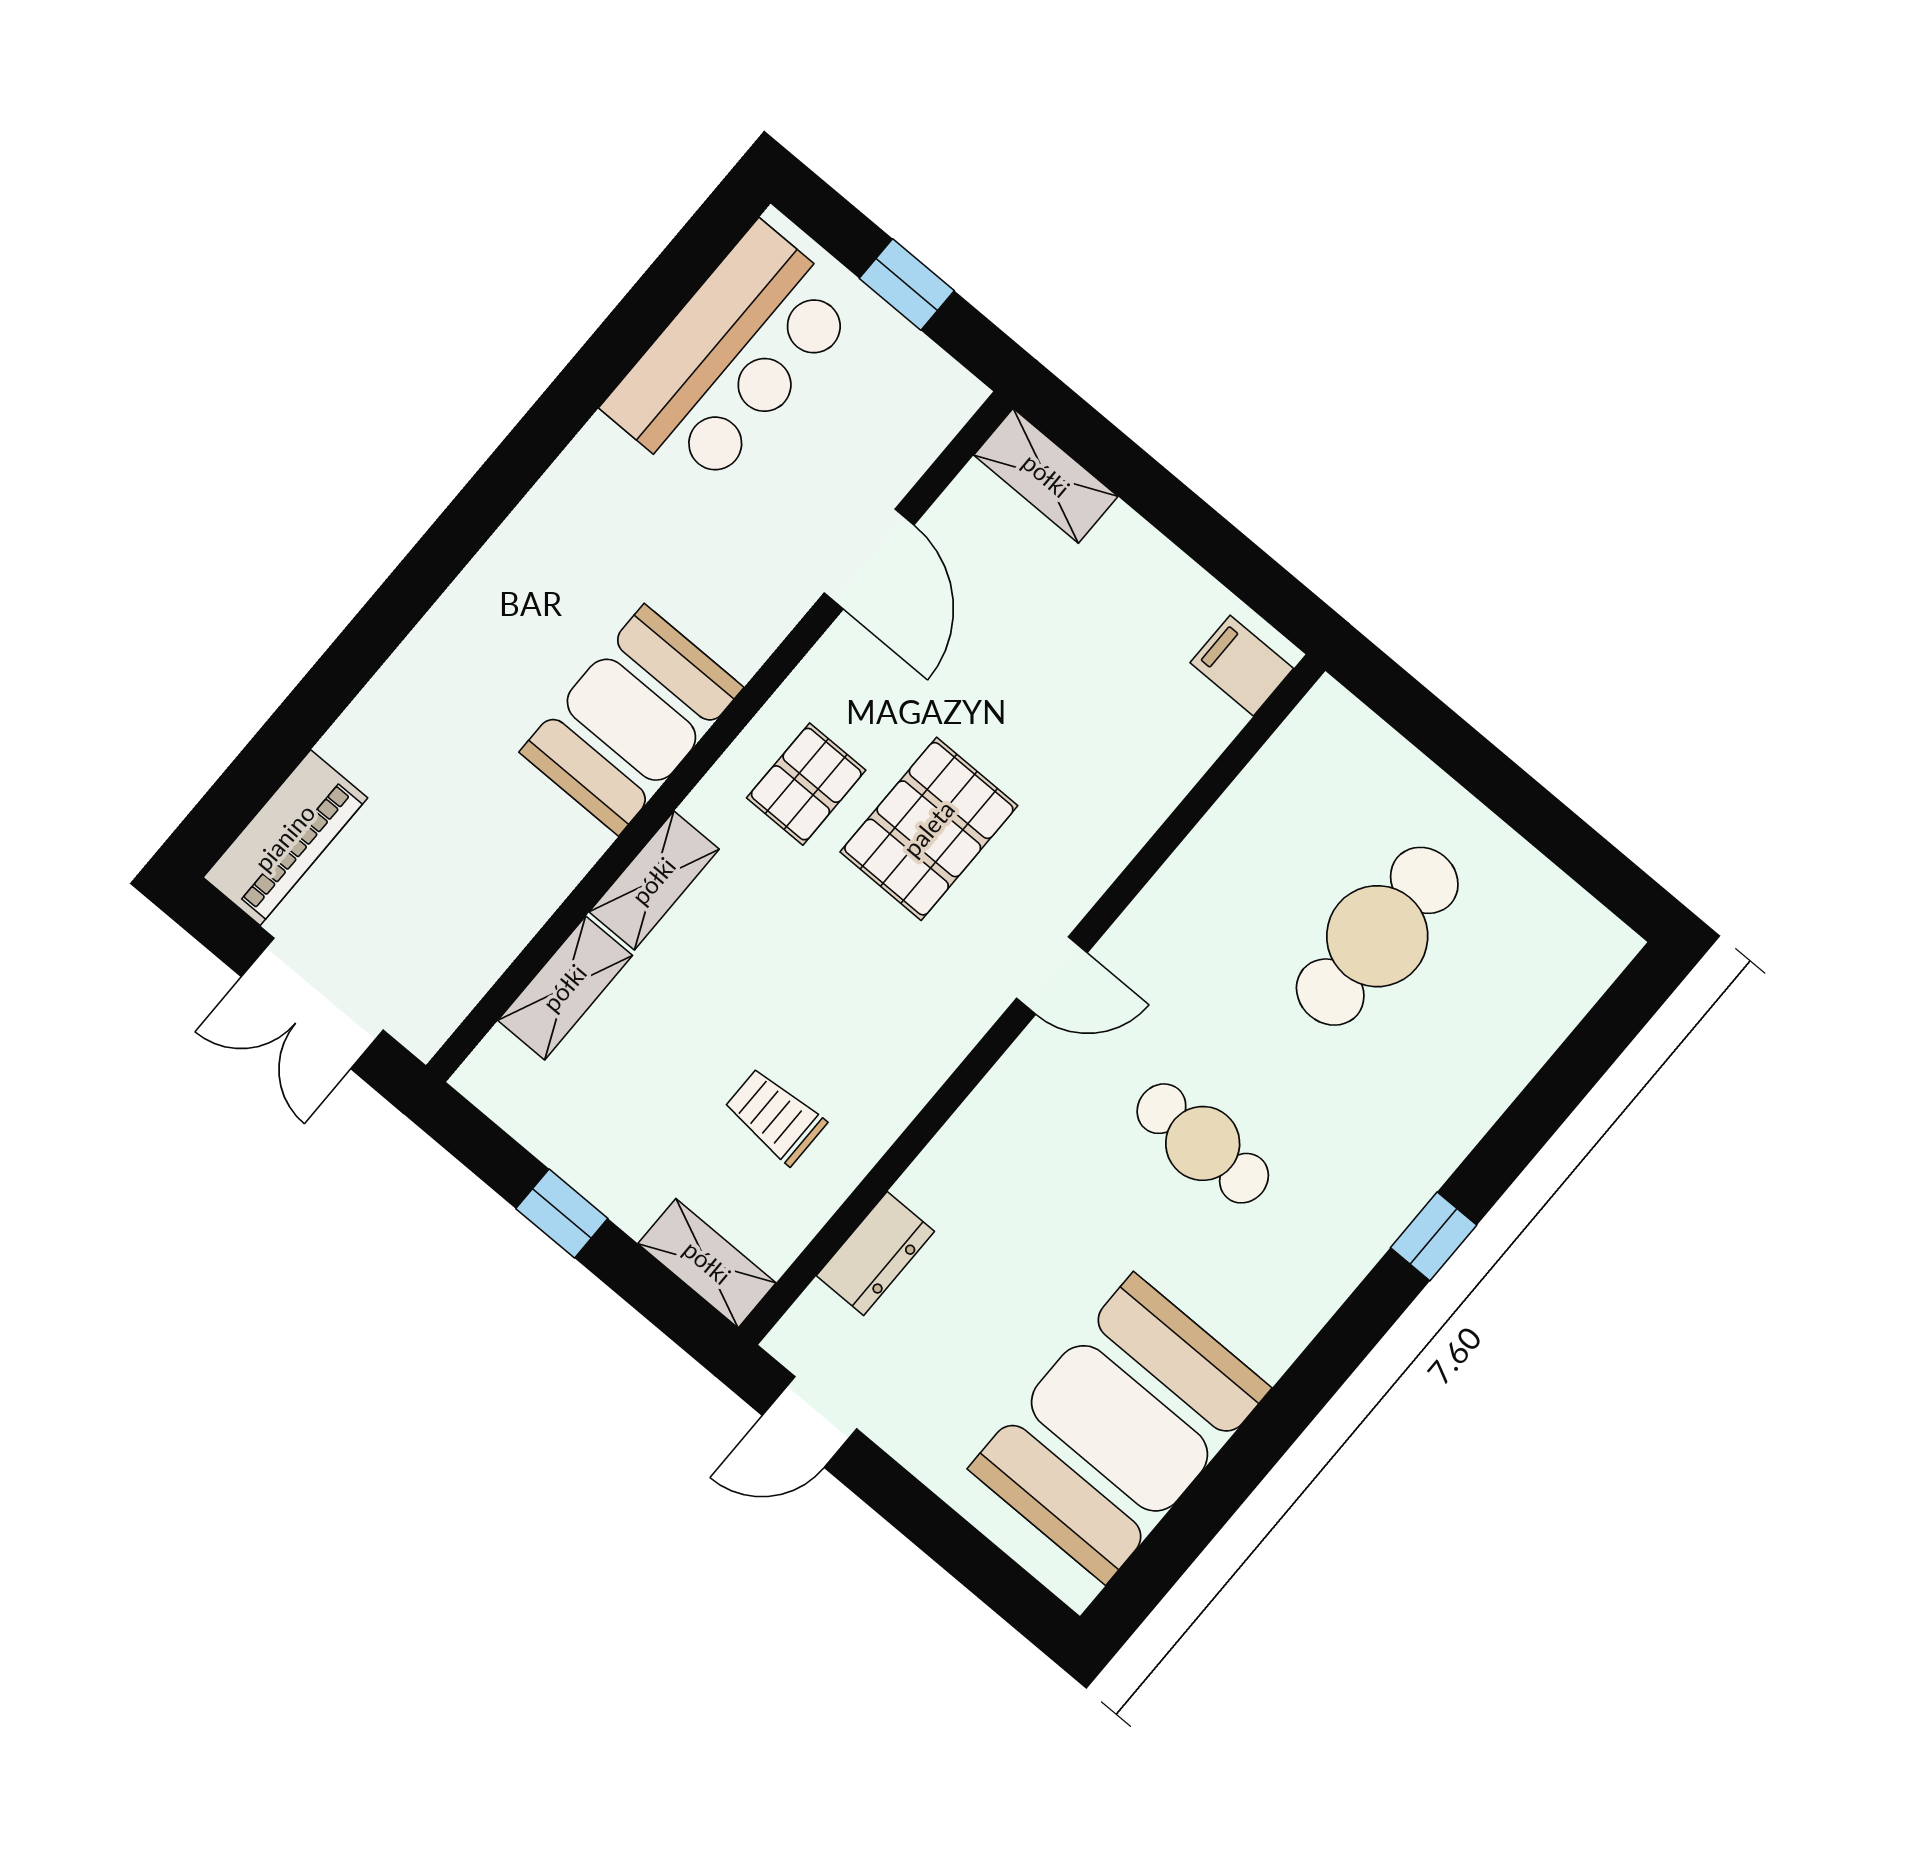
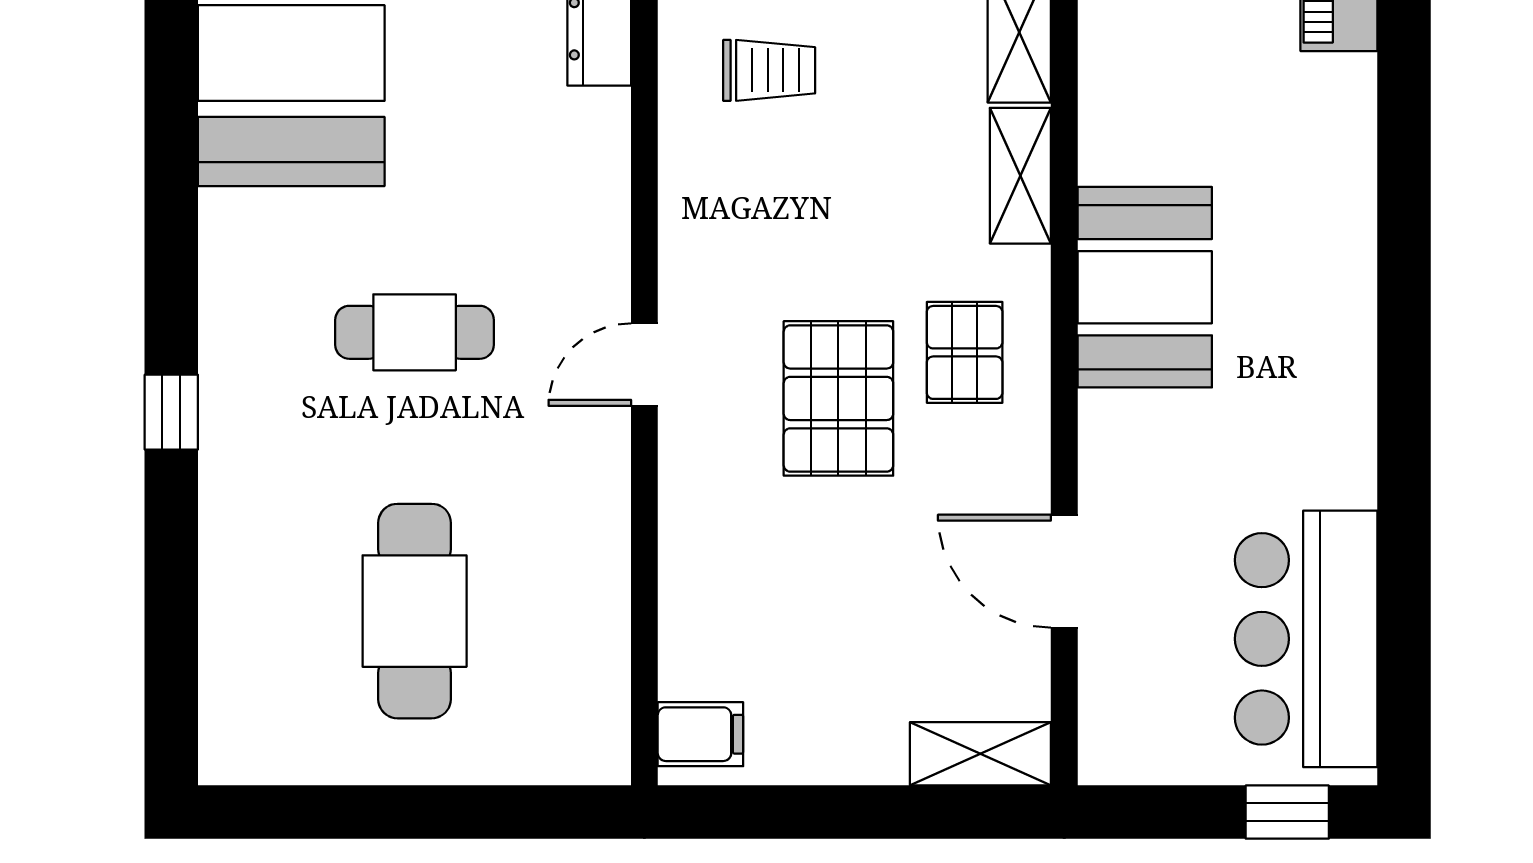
window: (907, 284) -> (1287, 812), moved

